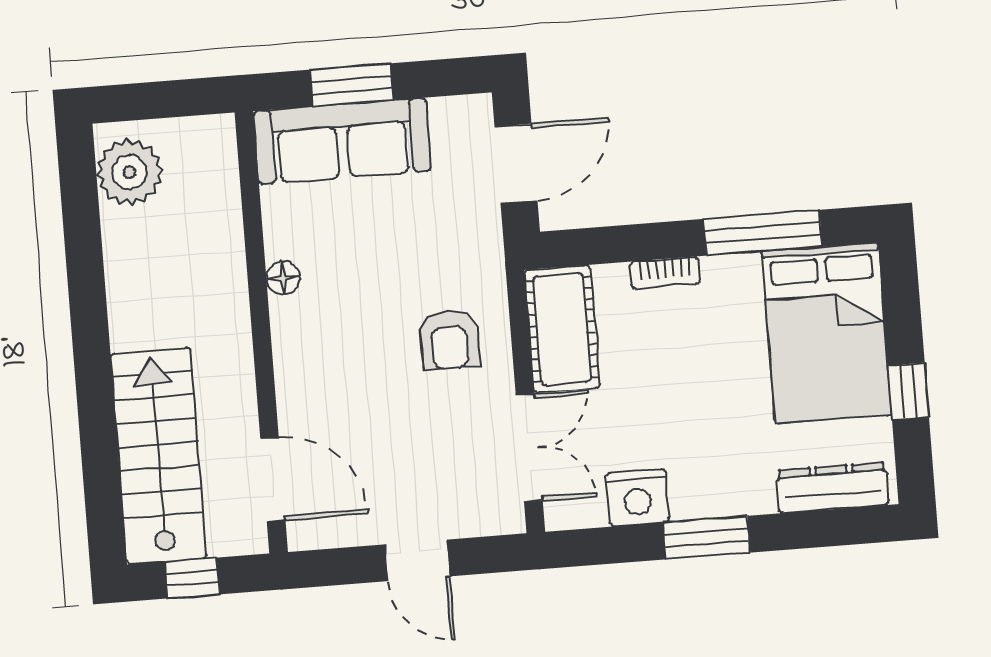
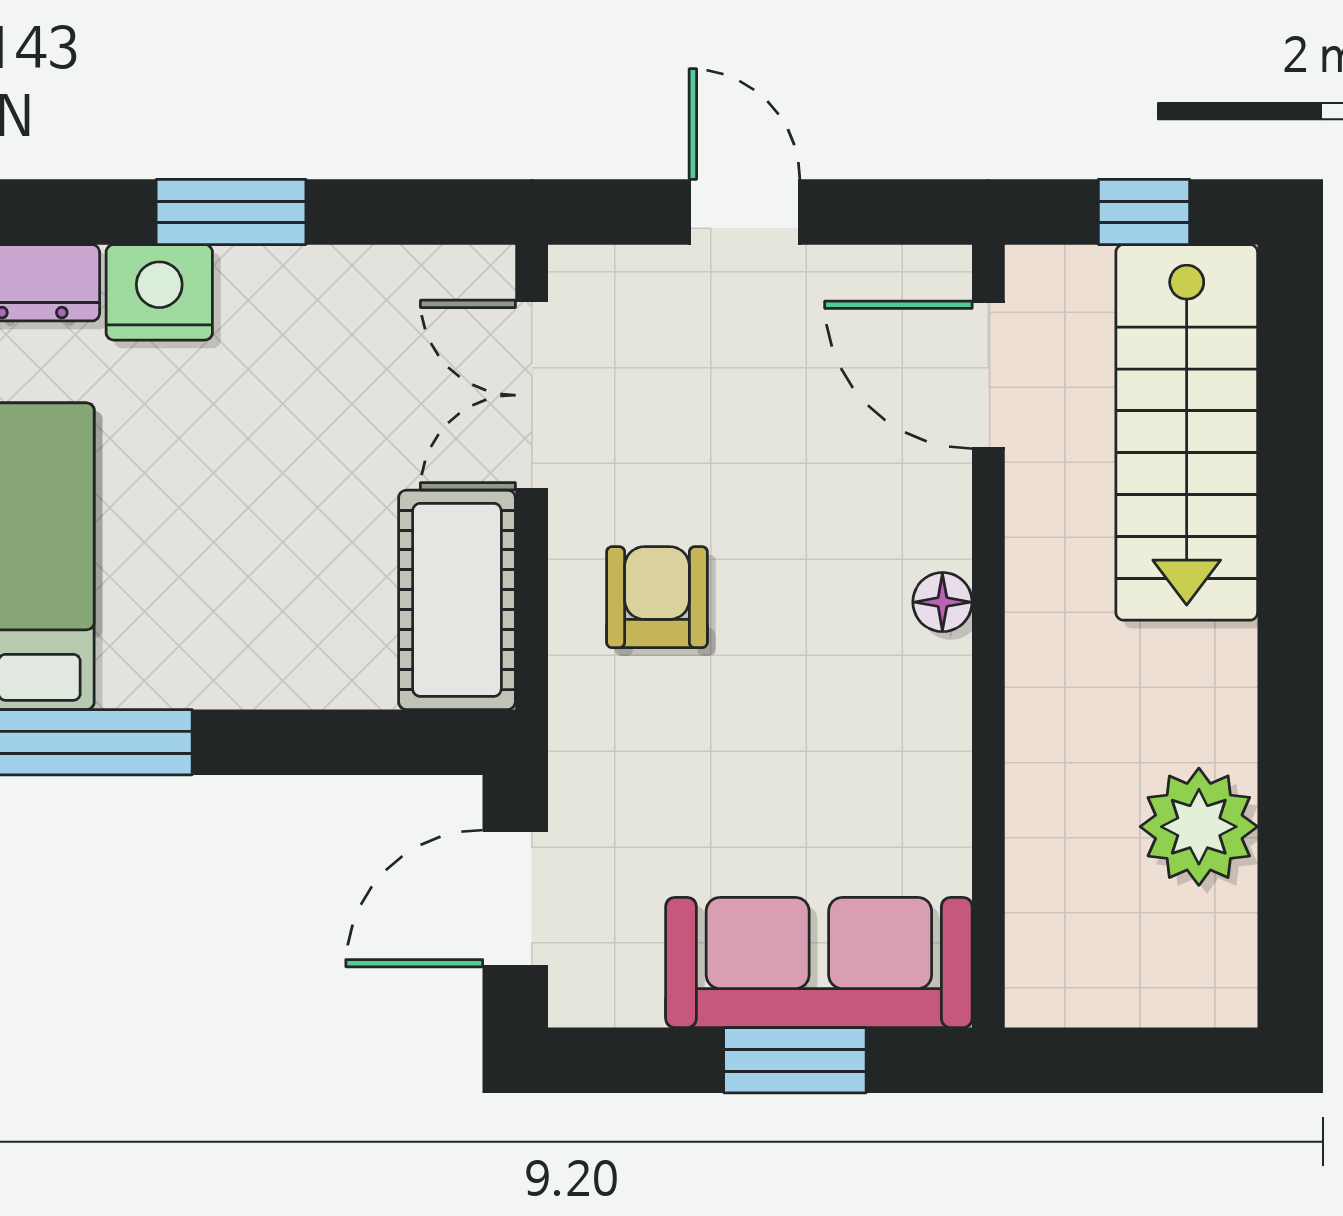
plant: (129, 172) -> (1199, 827), moved
bookcase: (665, 273) -> (268, 685), removed
floor lamp: (283, 278) -> (942, 602), moved
nightstand: (638, 497) -> (159, 292), moved

